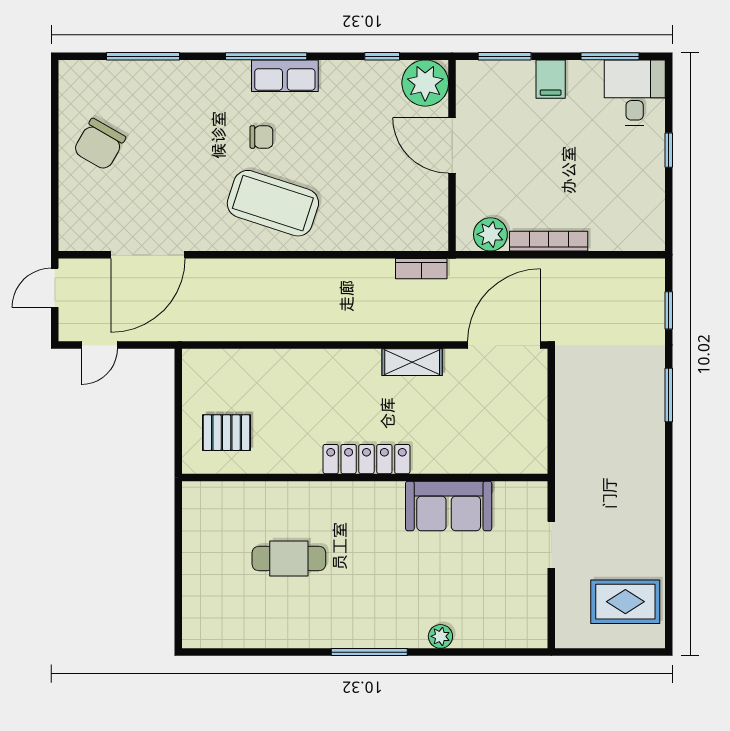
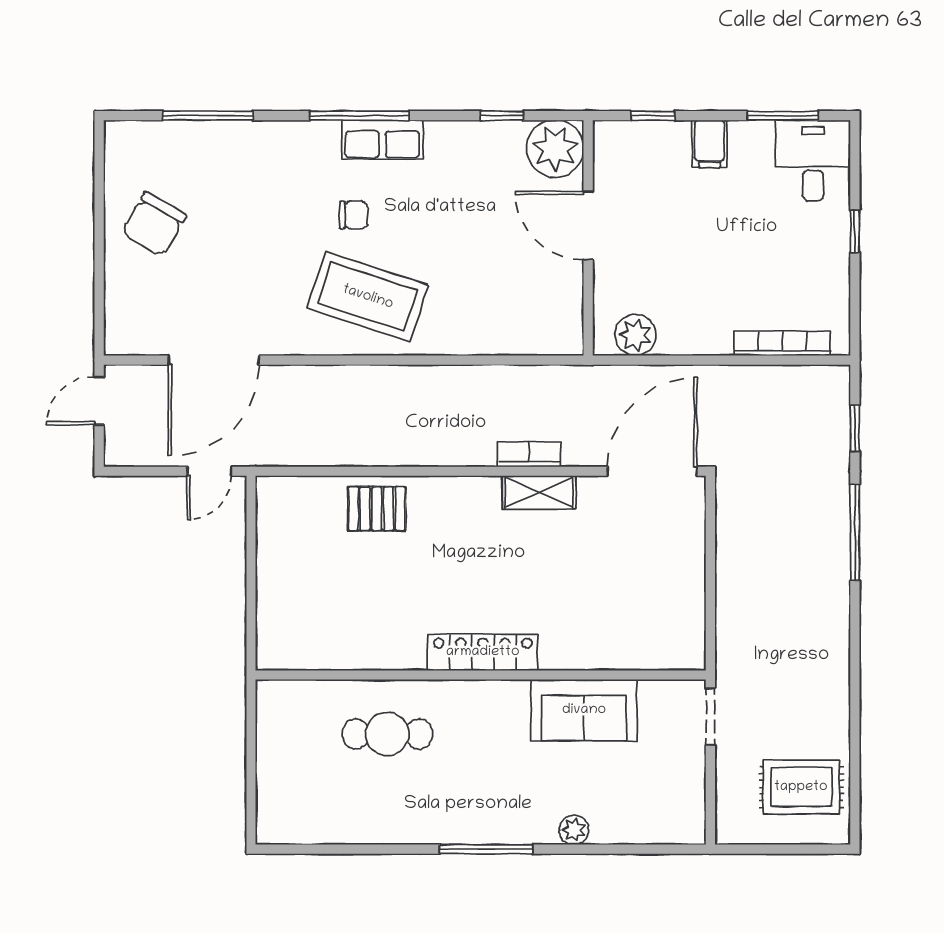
window: (505, 56) -> (653, 116), width x0.67
bookcase: (549, 241) -> (782, 343), moved
bookcase: (421, 269) -> (529, 454), moved, turned 180
door: (99, 345) -> (209, 471), moved
window: (669, 395) -> (855, 533), width x1.44
pallet: (227, 433) -> (377, 509), moved
locker: (366, 459) -> (483, 652), moved
wall: (365, 478) -> (481, 675), moved
sofa: (449, 506) -> (584, 710), moved

